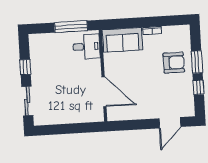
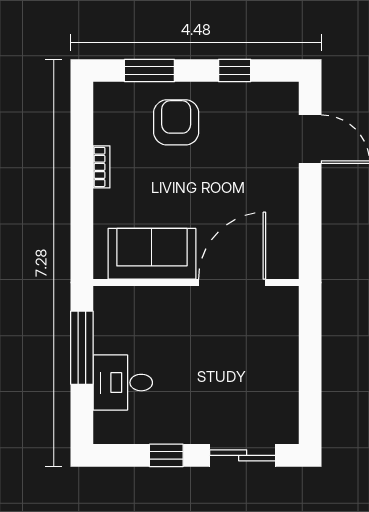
sofa: (122, 40) -> (152, 254), moved, turned -90
desk: (86, 46) -> (123, 383), moved, turned -90
window: (197, 62) -> (149, 71), moved

